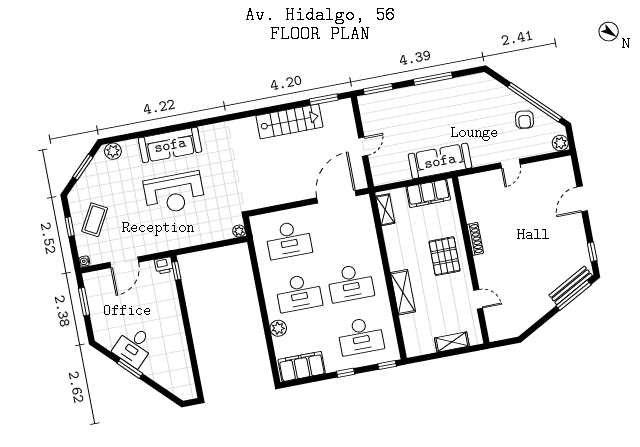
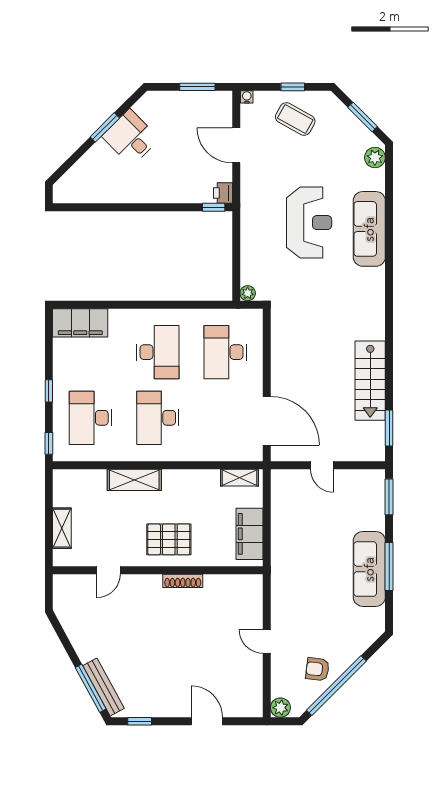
sofa: (440, 161) -> (369, 569), moved, turned 180
reception desk: (174, 193) -> (309, 223), turned 180
desk: (299, 293) -> (158, 352), turned 180
plant: (278, 328) -> (119, 319), removed
filing cabinet: (302, 366) -> (80, 323), moved, turned 90

